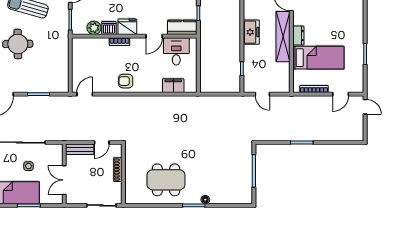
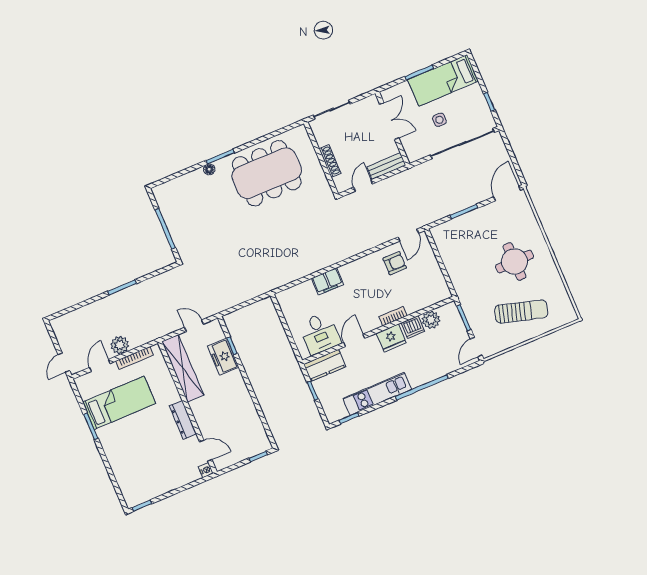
freezer: (251, 32) -> (223, 357), moved
dresser: (298, 35) -> (183, 420), width x1.44
shelving: (283, 37) -> (183, 368), moved
bed: (318, 58) -> (119, 403), moved, turned 180
armchair: (126, 81) -> (395, 263), moved
filing cabinet: (173, 86) -> (327, 281), moved
plant: (321, 103) -> (120, 345), added
door: (365, 107) -> (64, 363), hinge flipped
dining table: (166, 180) -> (267, 173), width x1.36, depth x1.24

